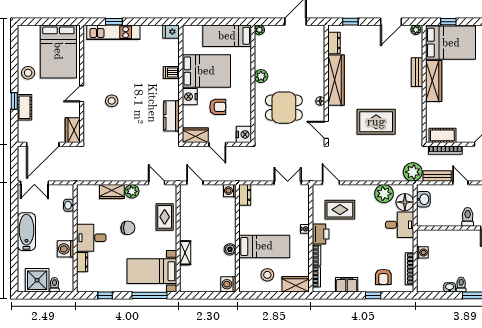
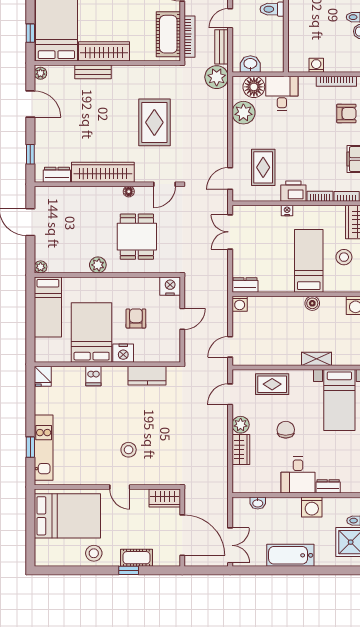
wardrobe: (195, 135) -> (171, 346), removed
cot: (442, 135) -> (168, 34), width x1.37, depth x1.34

